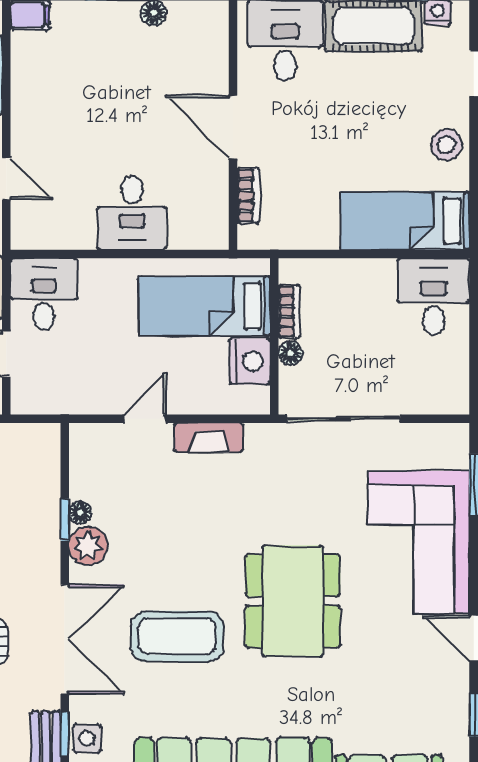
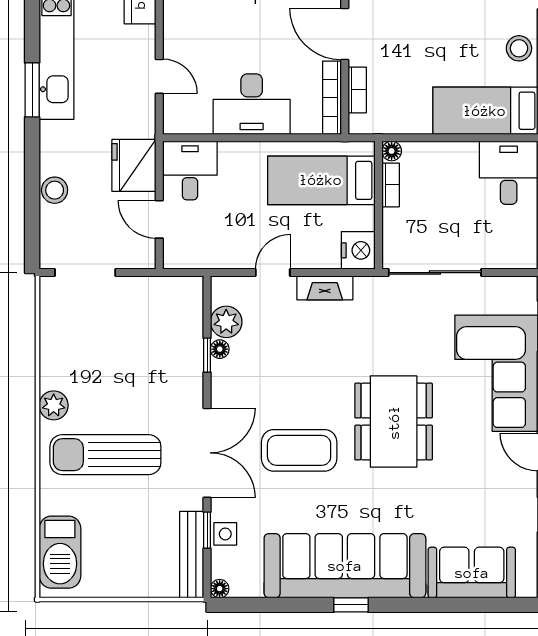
bookcase: (217, 205) -> (332, 98), added
desk: (132, 213) -> (252, 104), width x1.37
floor lamp: (290, 353) -> (392, 151), moved
nightstand: (249, 361) -> (358, 250), moved
plant: (88, 546) -> (226, 322), moved

